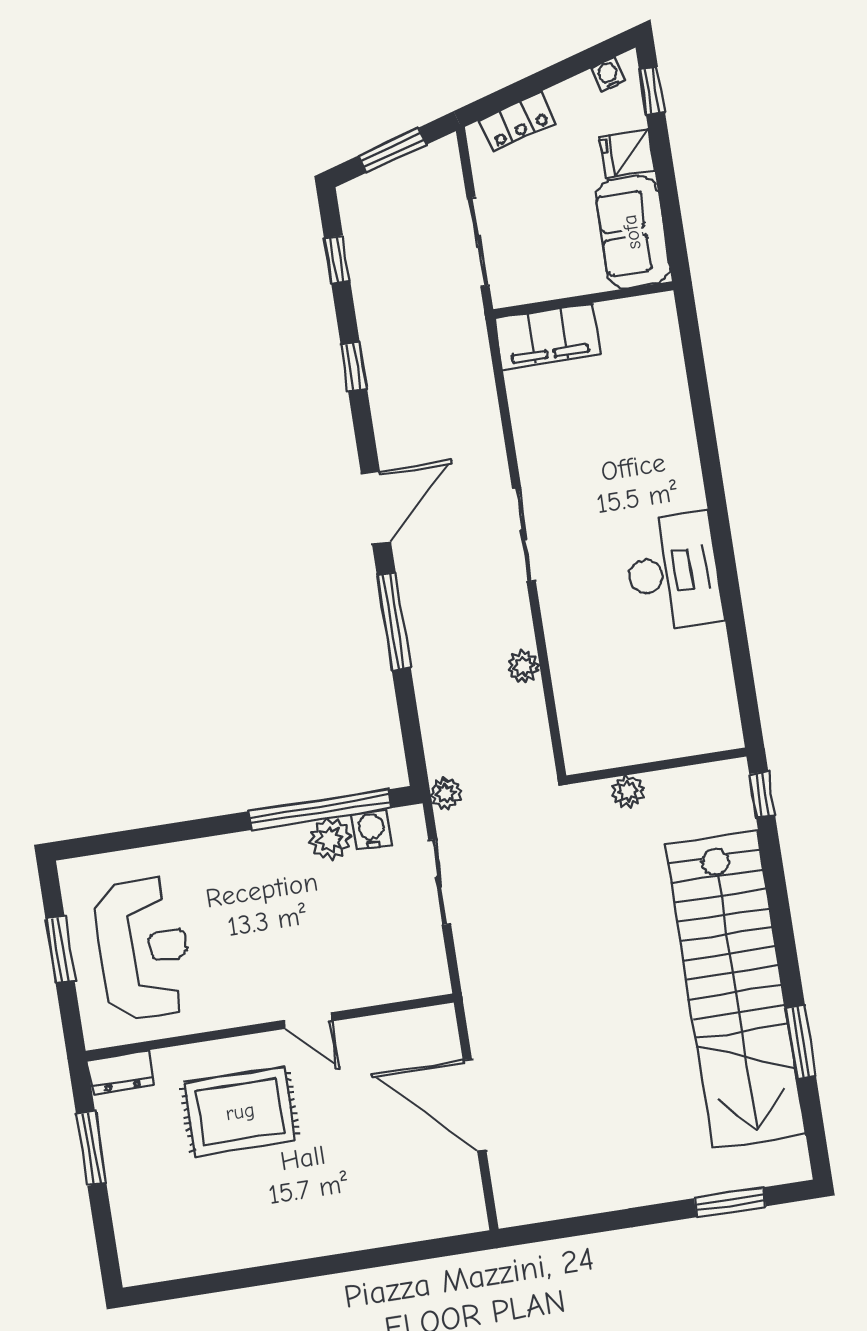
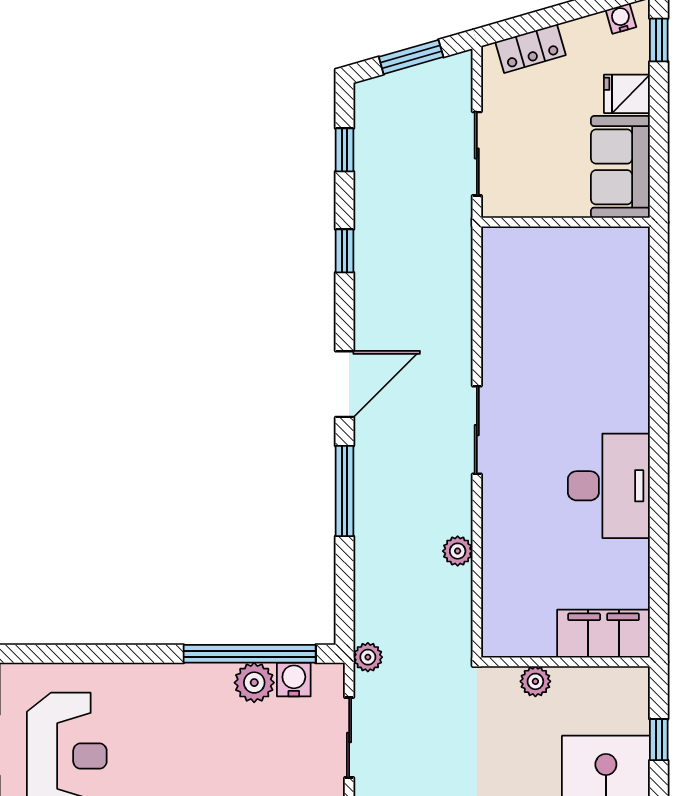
filing cabinet: (548, 336) -> (604, 634), moved, turned 180
window: (762, 794) -> (659, 740), moved

